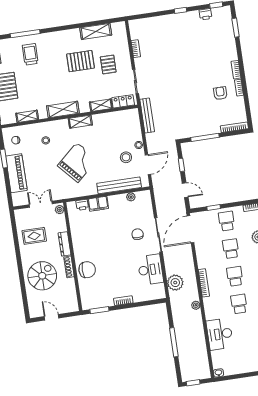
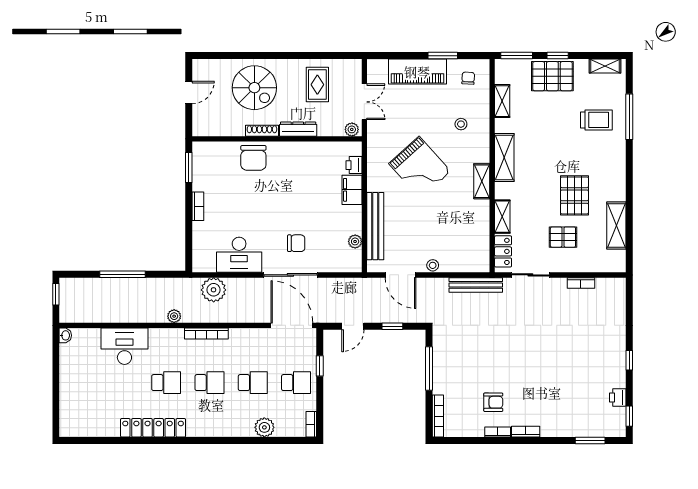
stool: (126, 157) -> (417, 243), removed

